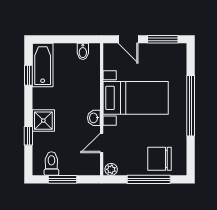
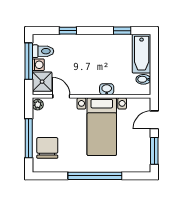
bathtub: (43, 65) -> (142, 54), moved, turned 90
washbasin: (94, 118) -> (107, 89), moved
shower: (43, 121) -> (42, 82), moved
washing machine: (67, 169) -> (38, 65), added
window: (62, 179) -> (29, 61), width x1.44

